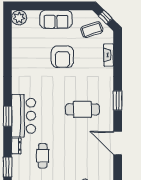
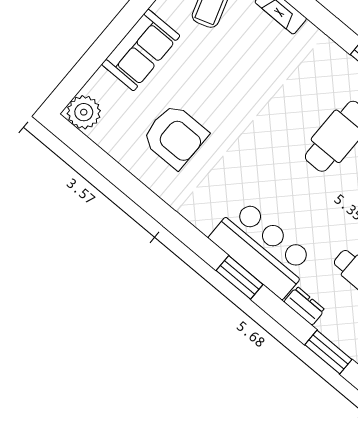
armchair: (62, 57) -> (175, 136), moved

